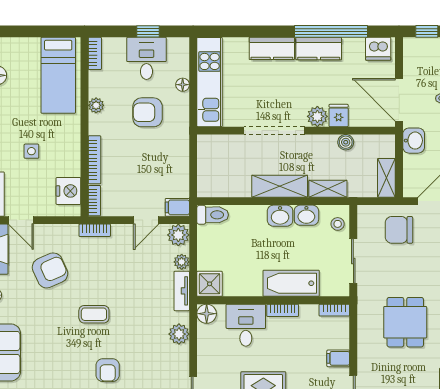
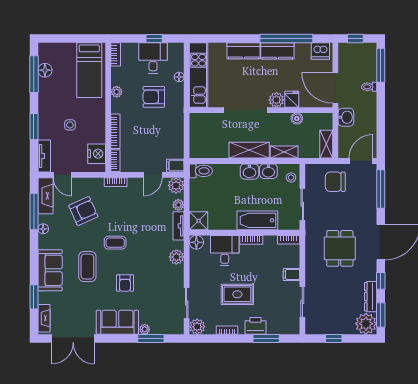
coffee table: (56, 347) -> (87, 267), added

